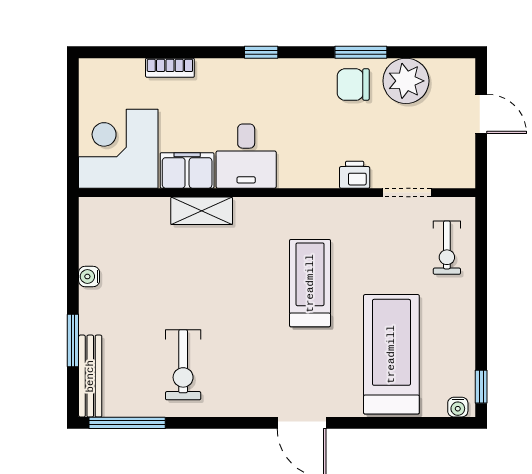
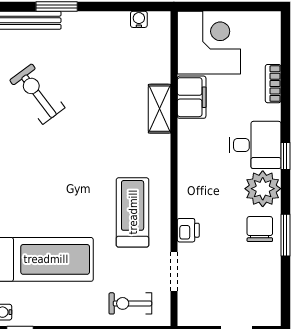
plant: (406, 81) -> (263, 189), moved
desk: (246, 156) -> (255, 145), moved, turned 180
water cooler: (89, 277) -> (139, 19), moved
treadmill: (310, 283) -> (133, 212), moved, turned -90
exercise bike: (183, 365) -> (37, 94), turned 53

